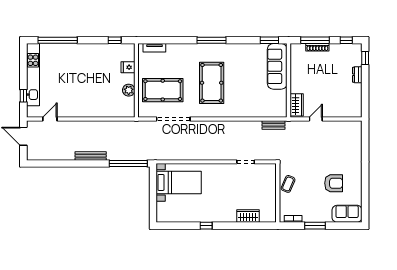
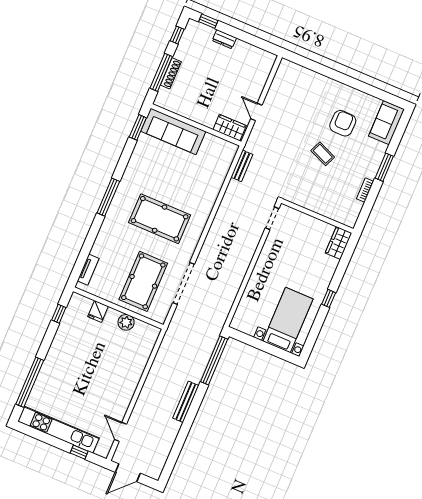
bed with nightstands: (179, 182) -> (288, 320), moved
coffee table: (288, 184) -> (323, 154), moved
wall: (278, 193) -> (317, 216), moved

